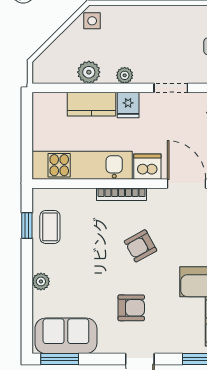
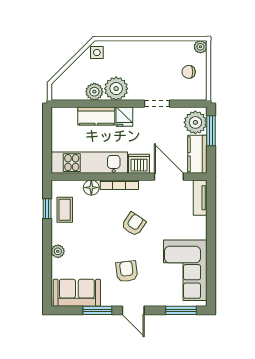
plant: (125, 75) -> (116, 89), width x1.87, depth x1.87
floor lamp: (85, 198) -> (91, 188), added
armchair: (141, 246) -> (134, 224), turned 153
armchair: (131, 308) -> (127, 271), turned -97
window: (60, 359) -> (97, 310), moved

